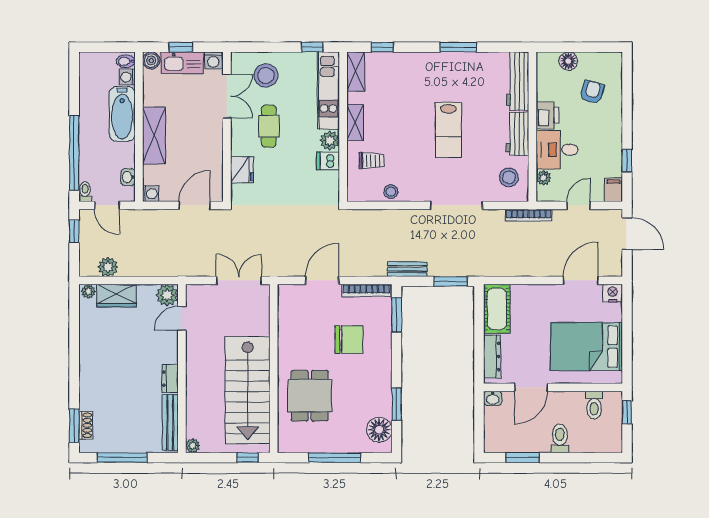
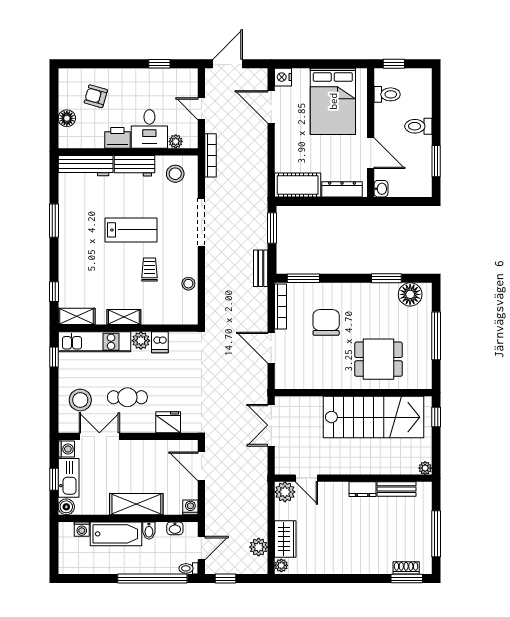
bidet: (126, 61) -> (149, 531), moved
trolley: (372, 161) -> (149, 270), moved
filing cabinet: (613, 190) -> (187, 76), removed
bench: (170, 423) -> (396, 489), width x0.73

